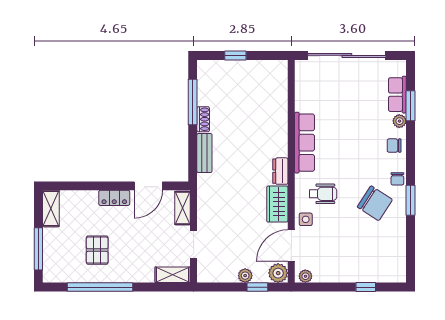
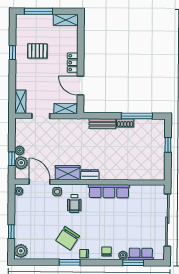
plant: (278, 273) -> (21, 163), moved
plant: (394, 273) -> (21, 251), added
window: (100, 287) -> (13, 53), width x0.32

